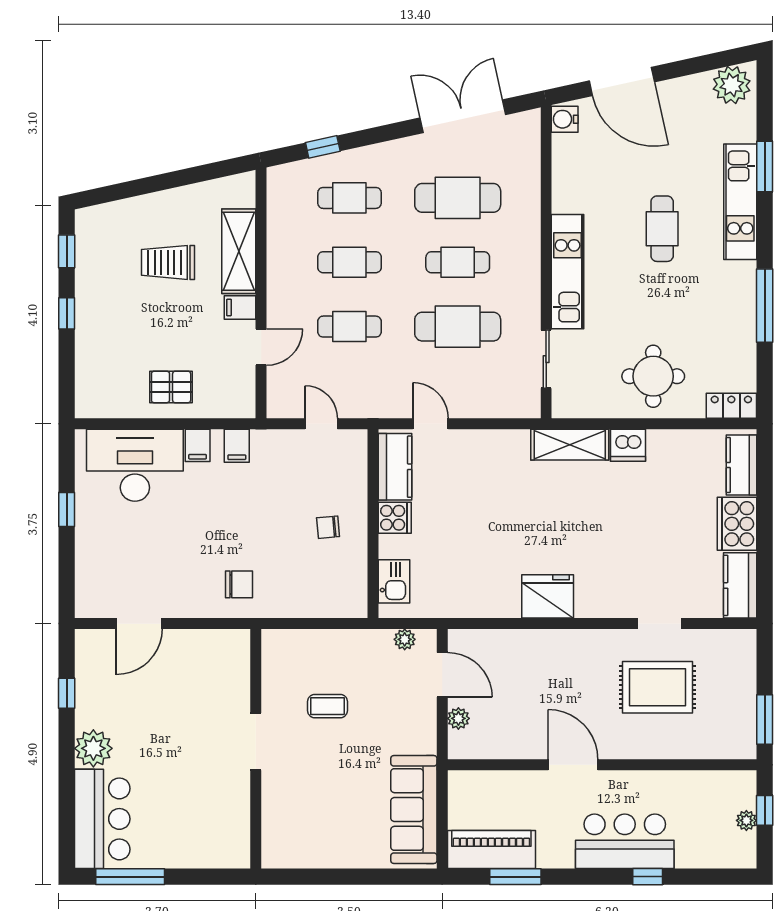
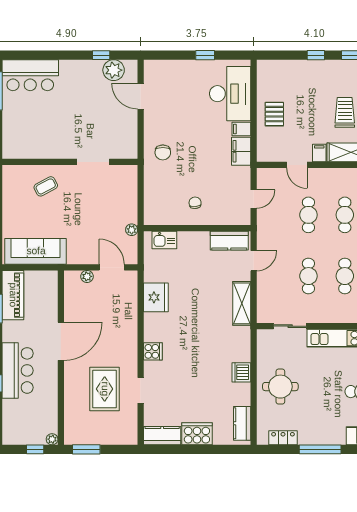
cafe table: (458, 327) -> (308, 276), width x0.73, depth x0.74
locker: (731, 406) -> (283, 438), moved, turned -90
shelving: (570, 445) -> (242, 303), moved
filing cabinet: (237, 446) -> (241, 151), width x2.00
kitchen counter: (742, 465) -> (242, 423), moved, turned -90
cooker: (395, 518) -> (153, 351), moved, turned -90
fridge: (548, 596) -> (156, 297), moved
plant: (405, 639) -> (132, 230), moved
door: (442, 675) -> (112, 267), swing flipped
coffee table: (327, 706) -> (46, 186), moved, turned 62
doorway: (256, 742) -> (93, 162), moved
plant: (93, 748) -> (114, 70), moved
door: (573, 765) -> (61, 341), width x1.36
plant: (746, 820) -> (52, 439), moved

